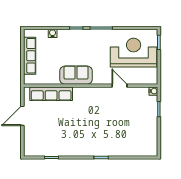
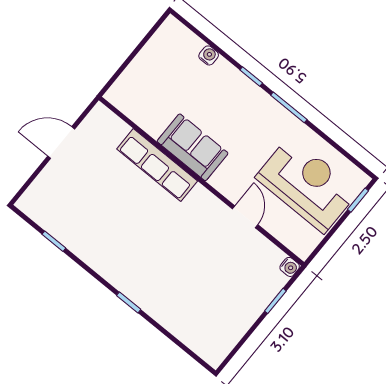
row of seats: (30, 56) -> (146, 61), removed
row of seats: (51, 94) -> (157, 165), moved

